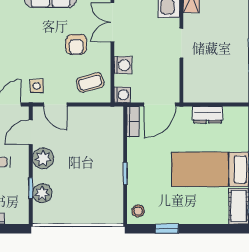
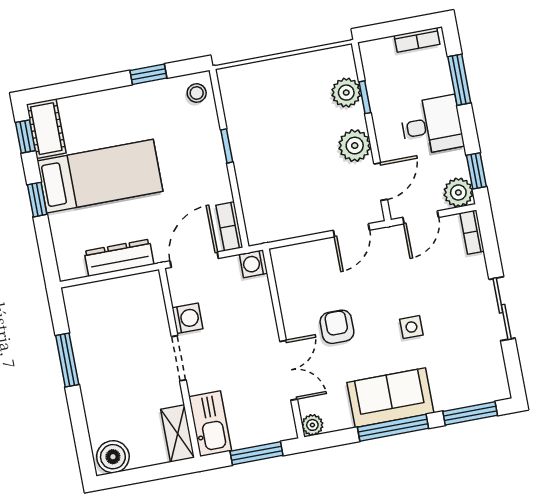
washing machine: (123, 65) -> (188, 318), moved, turned 180
coffee table: (90, 83) -> (305, 273), removed
side table: (37, 86) -> (411, 327), moved
door: (55, 104) -> (351, 230), swing flipped
dresser: (208, 115) -> (119, 258), width x1.44

